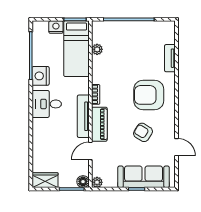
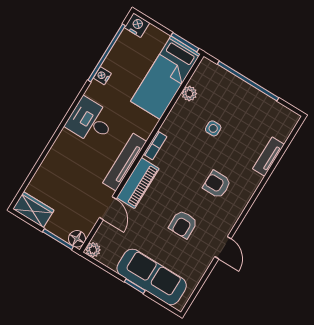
nightstand: (56, 27) -> (137, 25), moved
side table: (125, 62) -> (213, 128), added
nightstand: (41, 76) -> (102, 76), width x0.53, depth x0.56
armchair: (149, 95) -> (217, 184), width x0.53, depth x0.53
armchair: (143, 132) -> (183, 224), turned -123
door: (177, 147) -> (223, 248), moved
door: (90, 151) -> (108, 208), swing flipped

